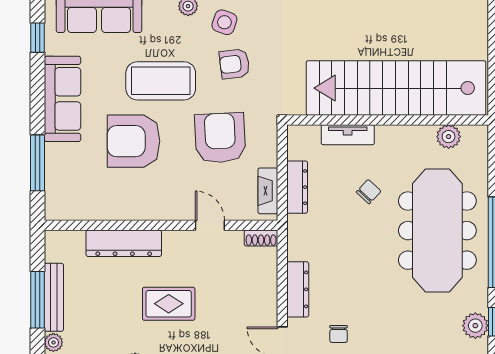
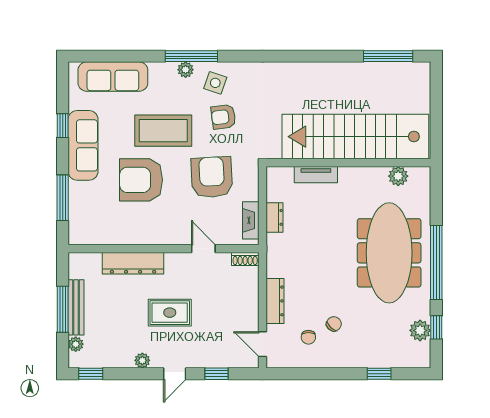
window: (37, 38) -> (63, 126), moved
dresser: (297, 187) -> (275, 217), width x0.70
chair: (369, 192) -> (334, 324), moved

